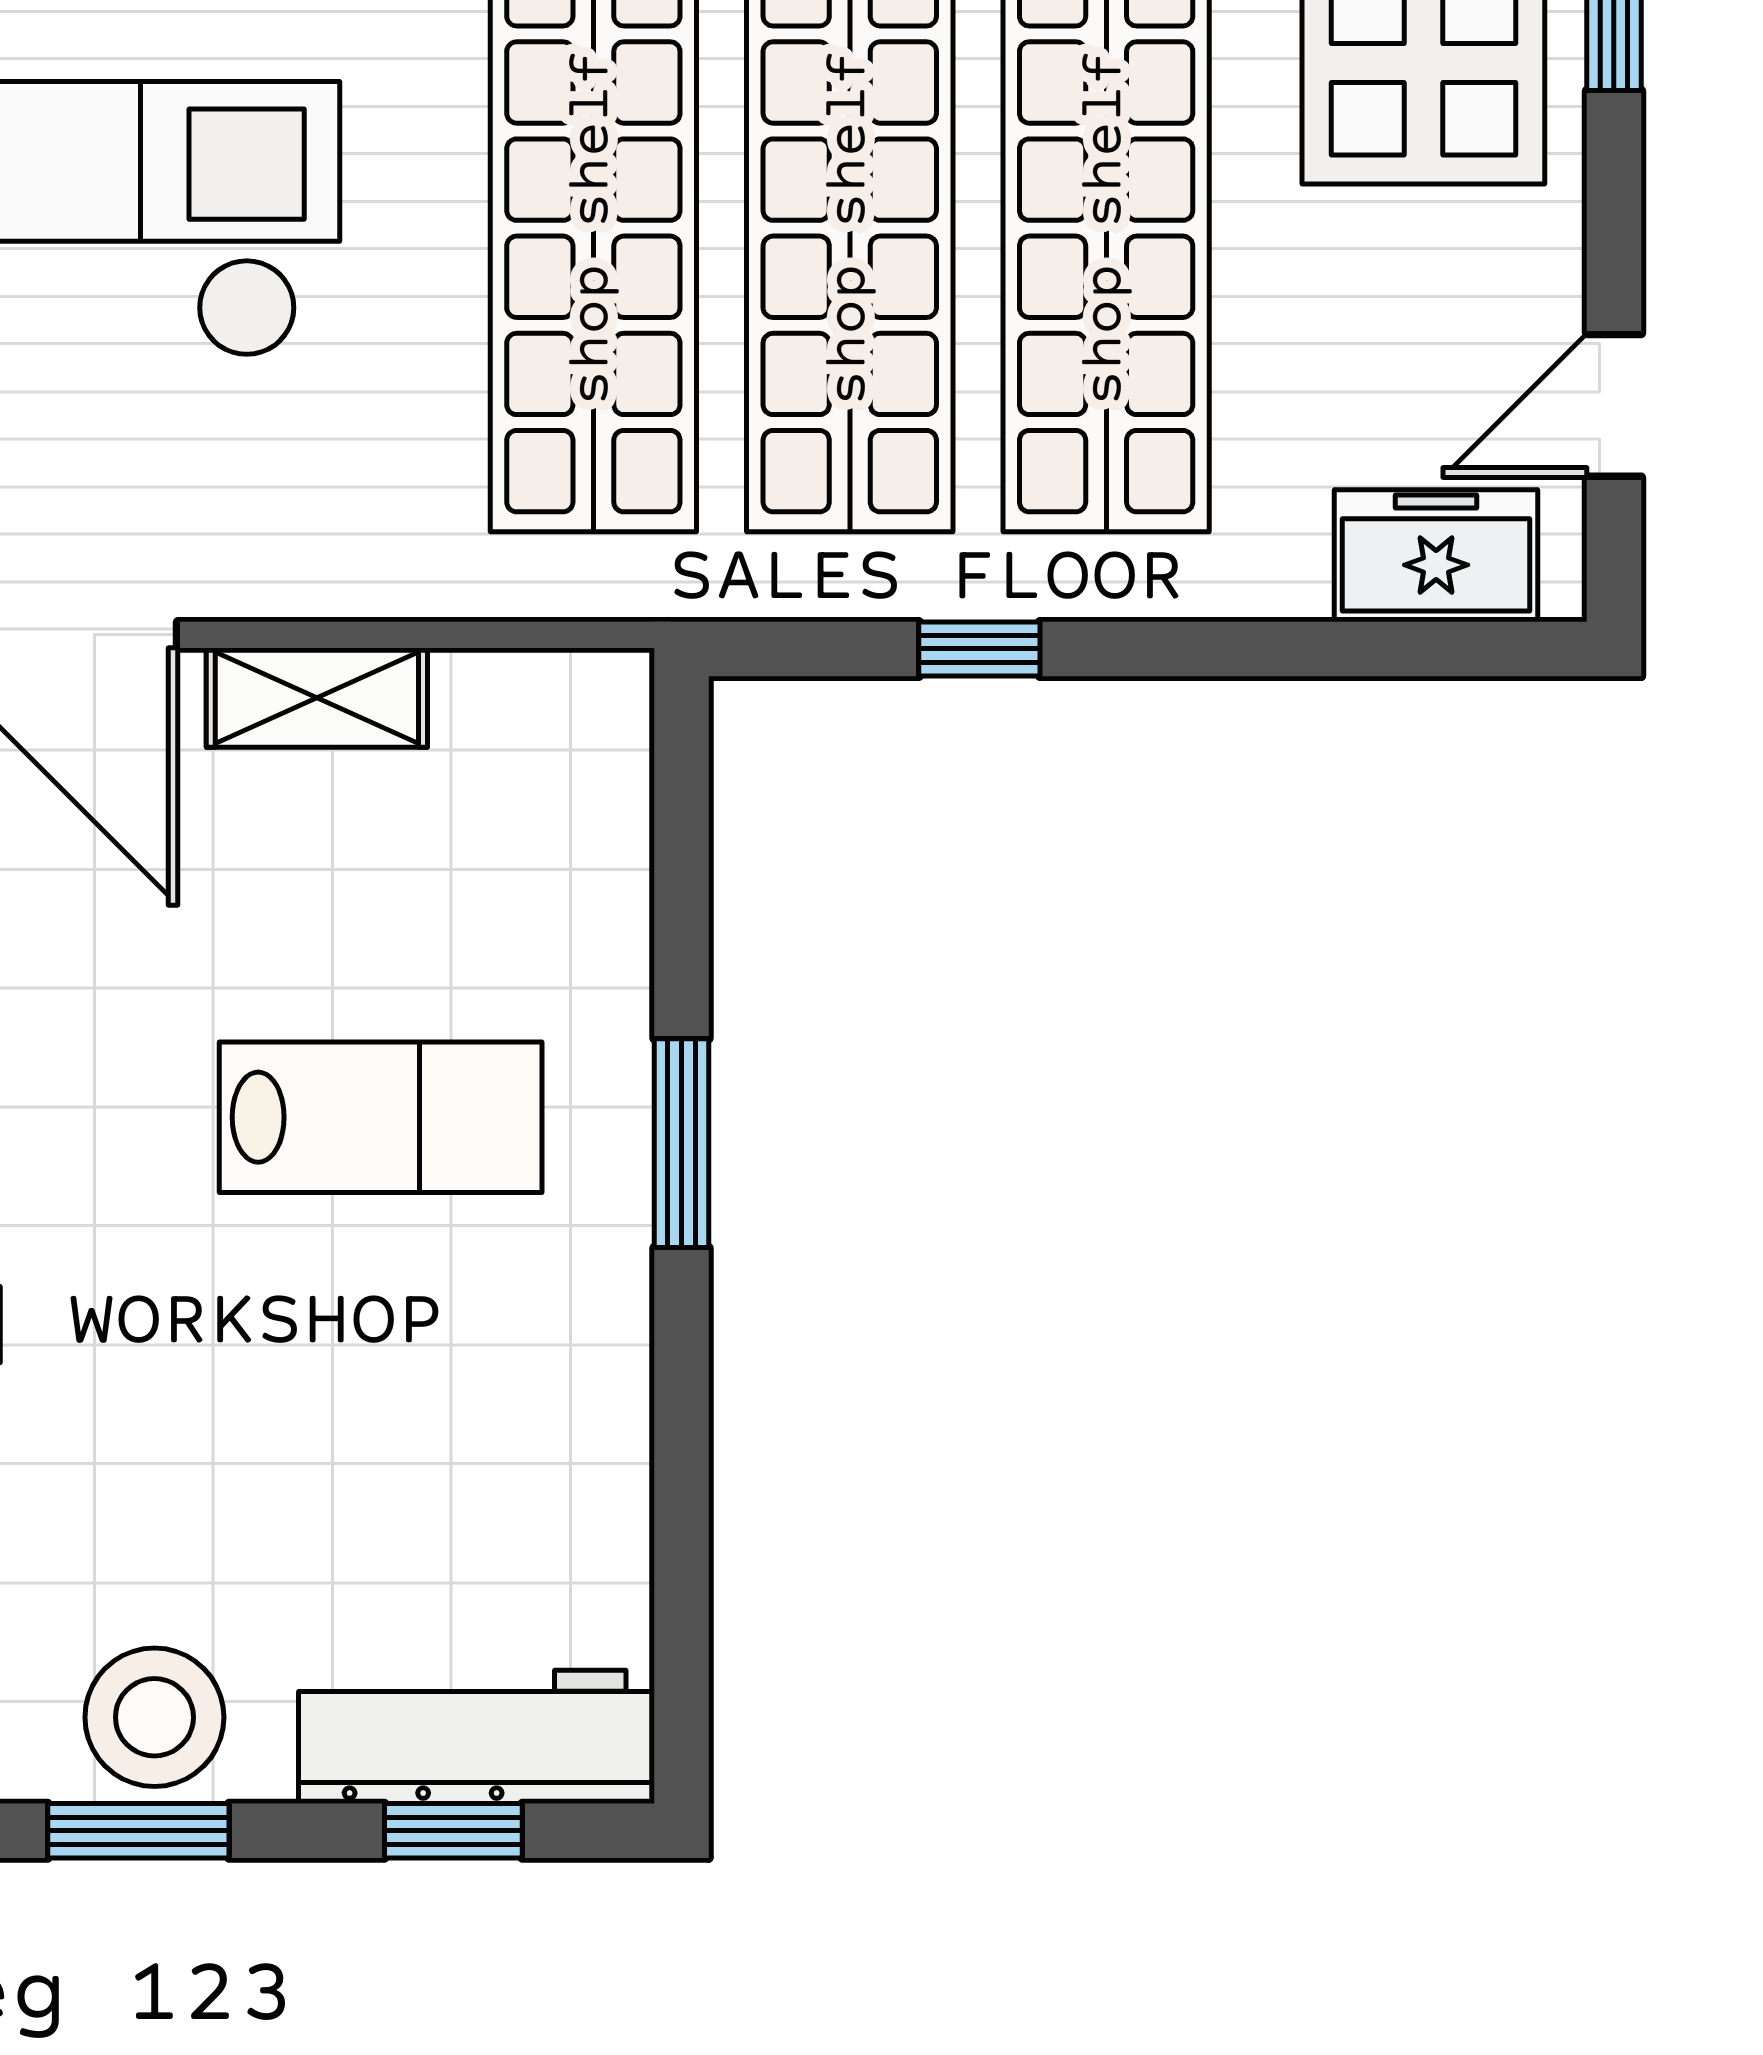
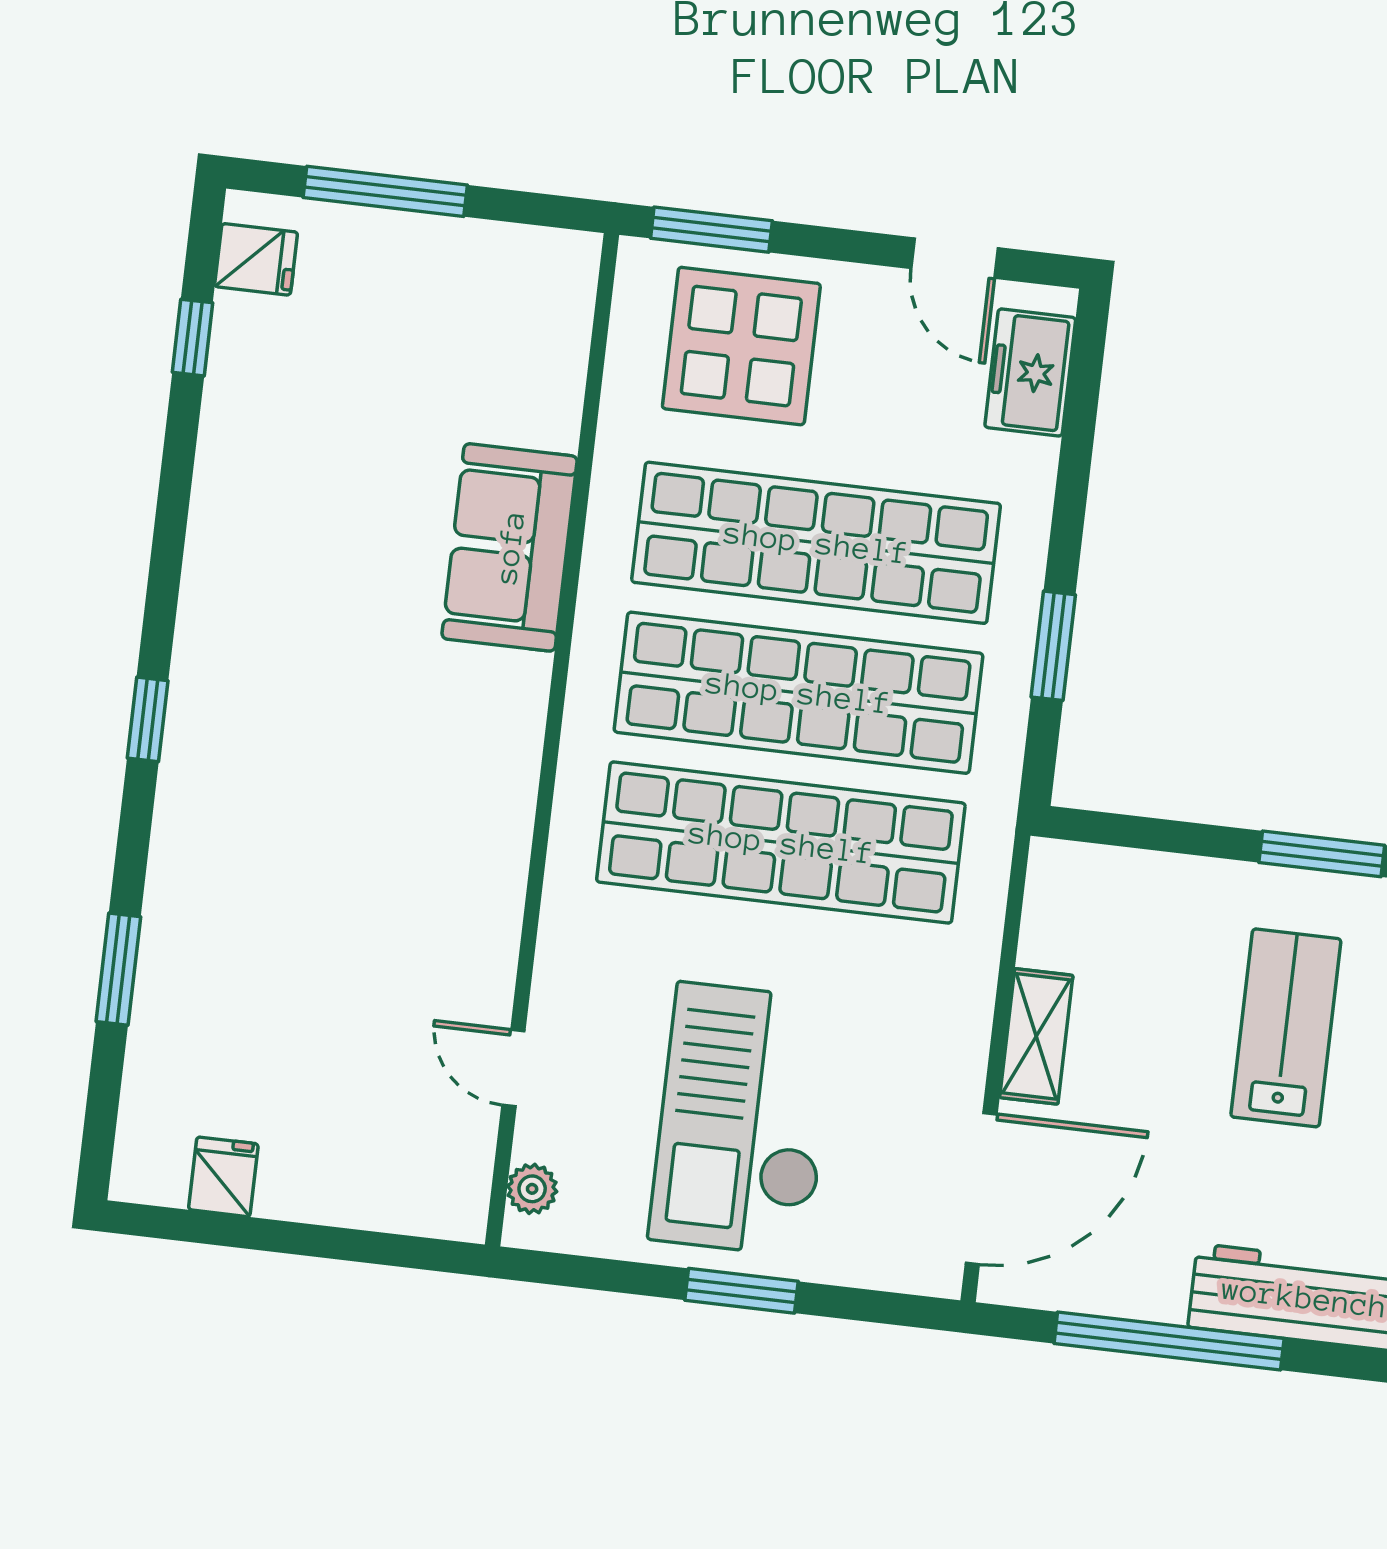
window: (979, 649) -> (1053, 646), width x1.50

